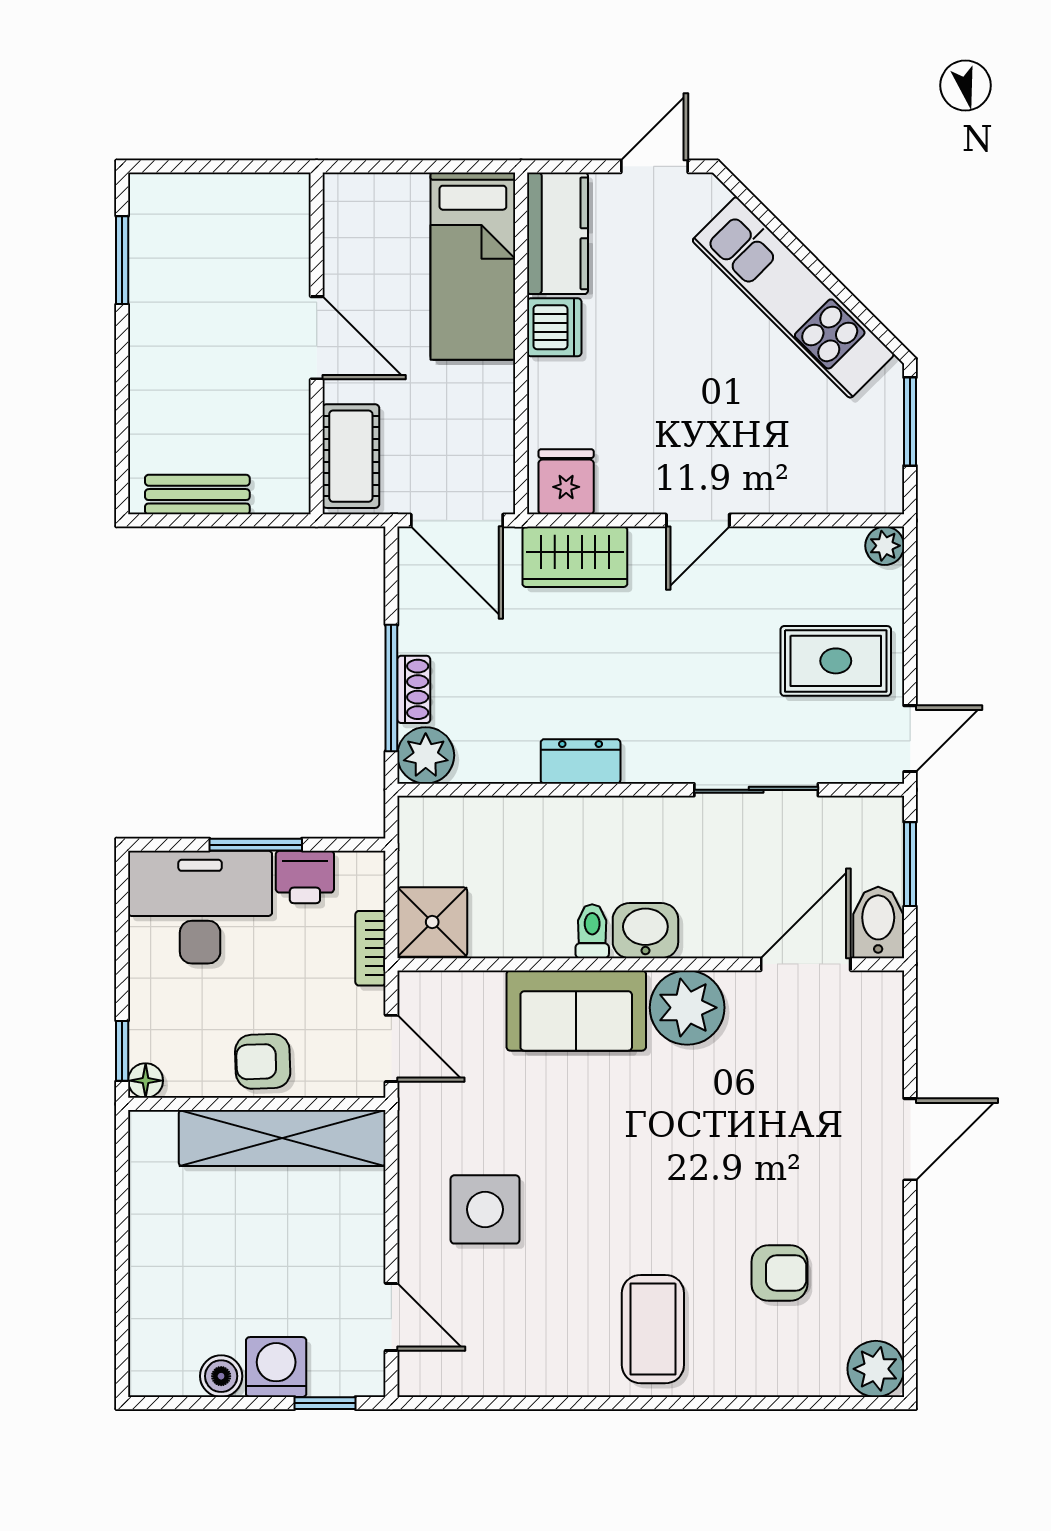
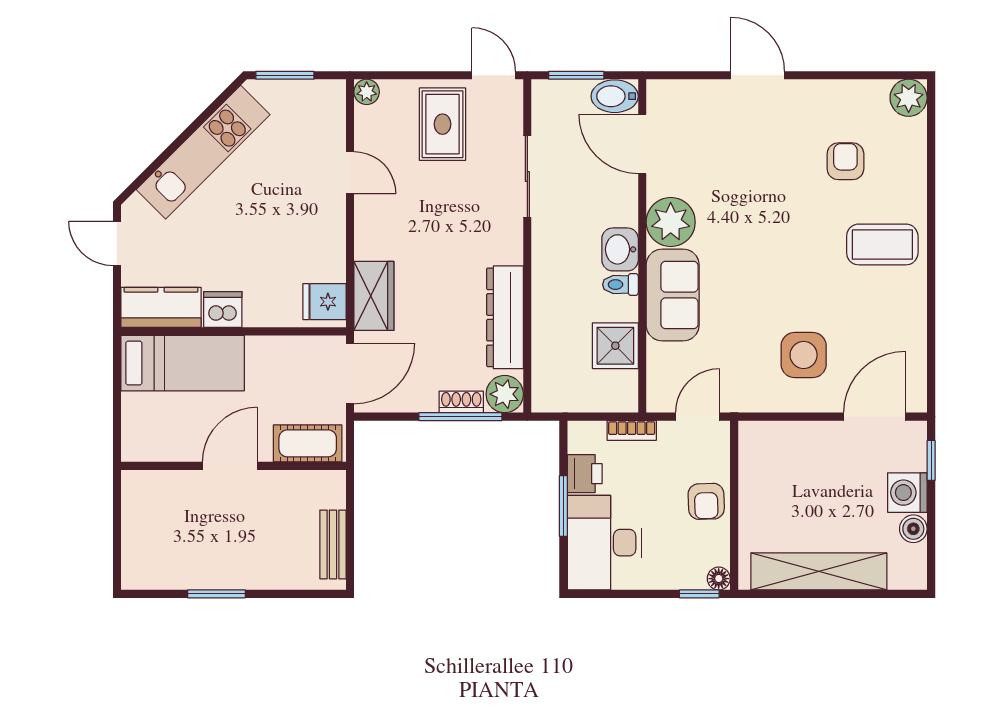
window: (122, 260) -> (216, 594), moved
door: (698, 520) -> (350, 173), moved
dresser: (581, 761) -> (505, 317), width x1.96, depth x1.24
shower: (432, 922) -> (615, 346), moved
shelving: (282, 1138) -> (819, 571), moved, turned 90
door: (391, 1317) -> (874, 417), width x1.38

